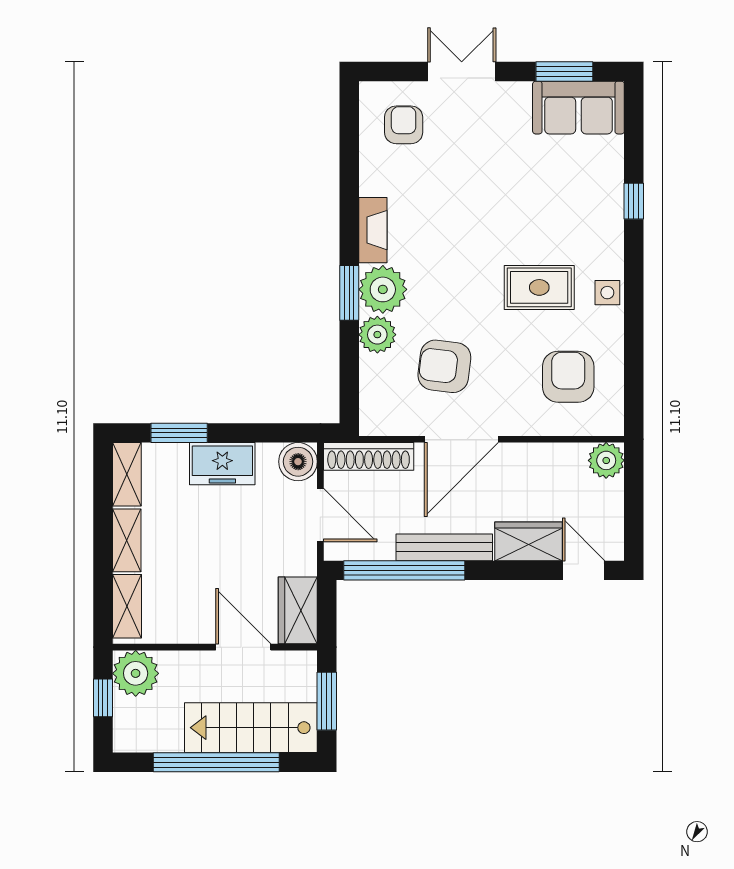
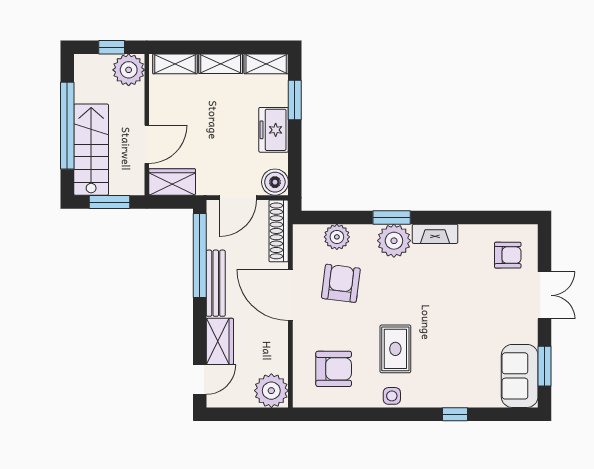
plant: (377, 335) -> (337, 237), moved
plant: (606, 460) -> (271, 391), width x1.36, depth x1.36

